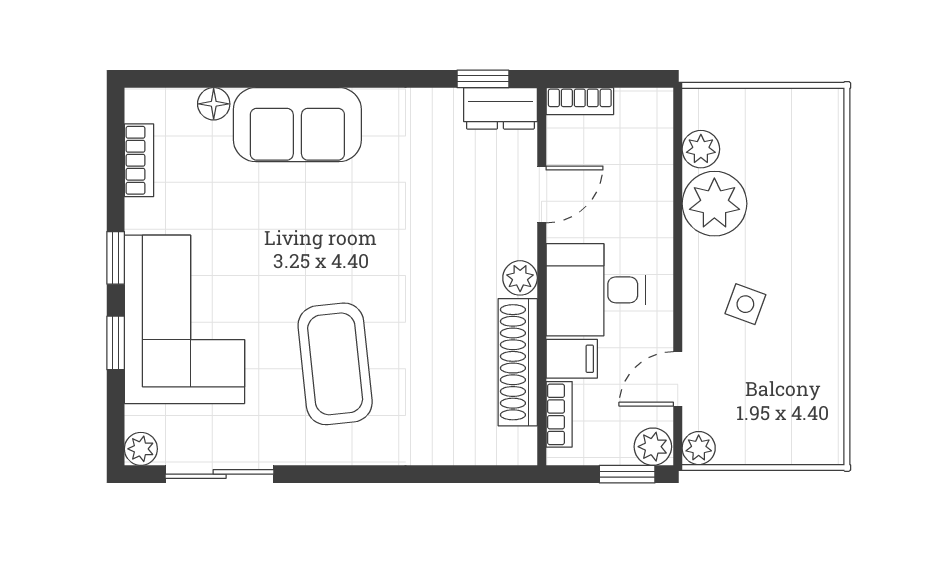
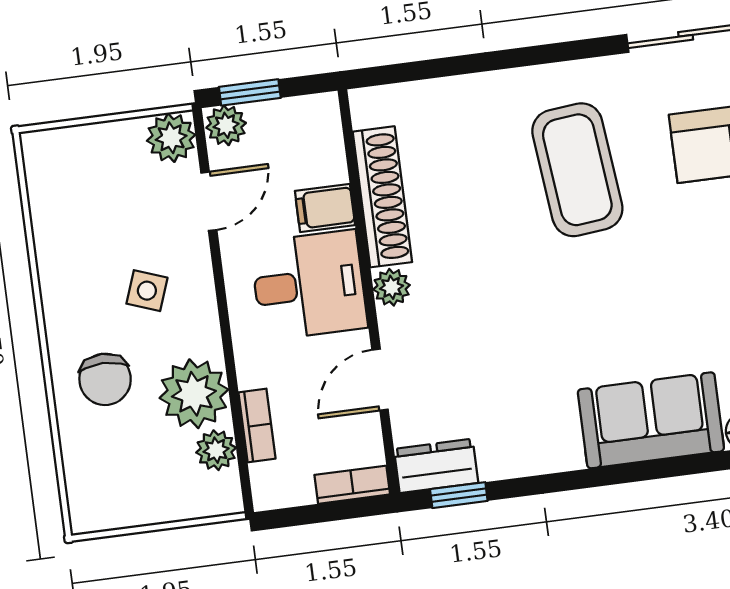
chair: (795, 228) -> (105, 379), added
bookcase: (559, 414) -> (257, 425), moved, turned 180
plant: (699, 448) -> (171, 138), width x1.38, depth x1.38

